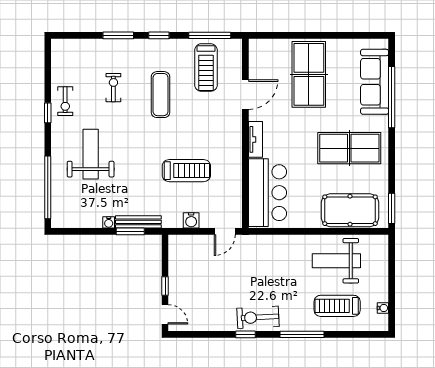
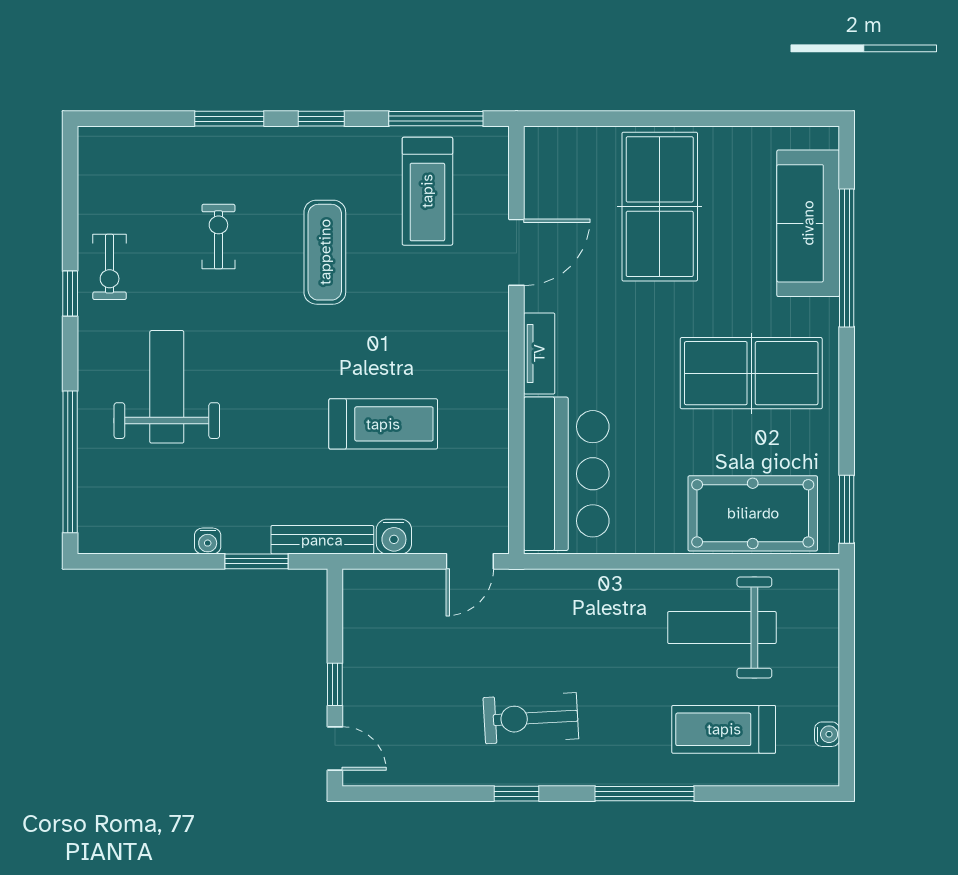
bench: (138, 222) -> (322, 540), moved
exercise bike: (258, 317) -> (531, 718), moved

